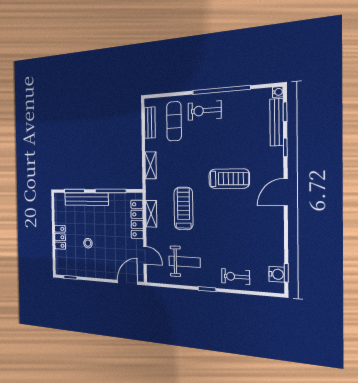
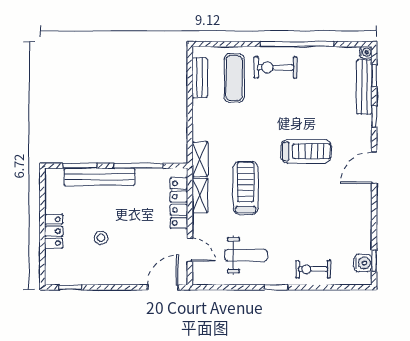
shelving: (151, 165) -> (200, 159), moved

